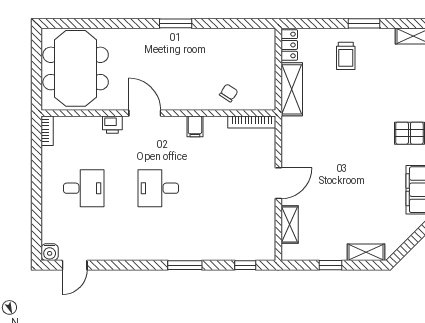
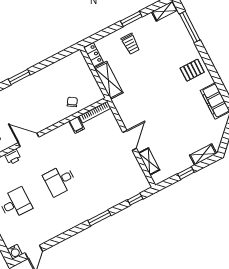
filing cabinet: (195, 126) -> (77, 125), moved

